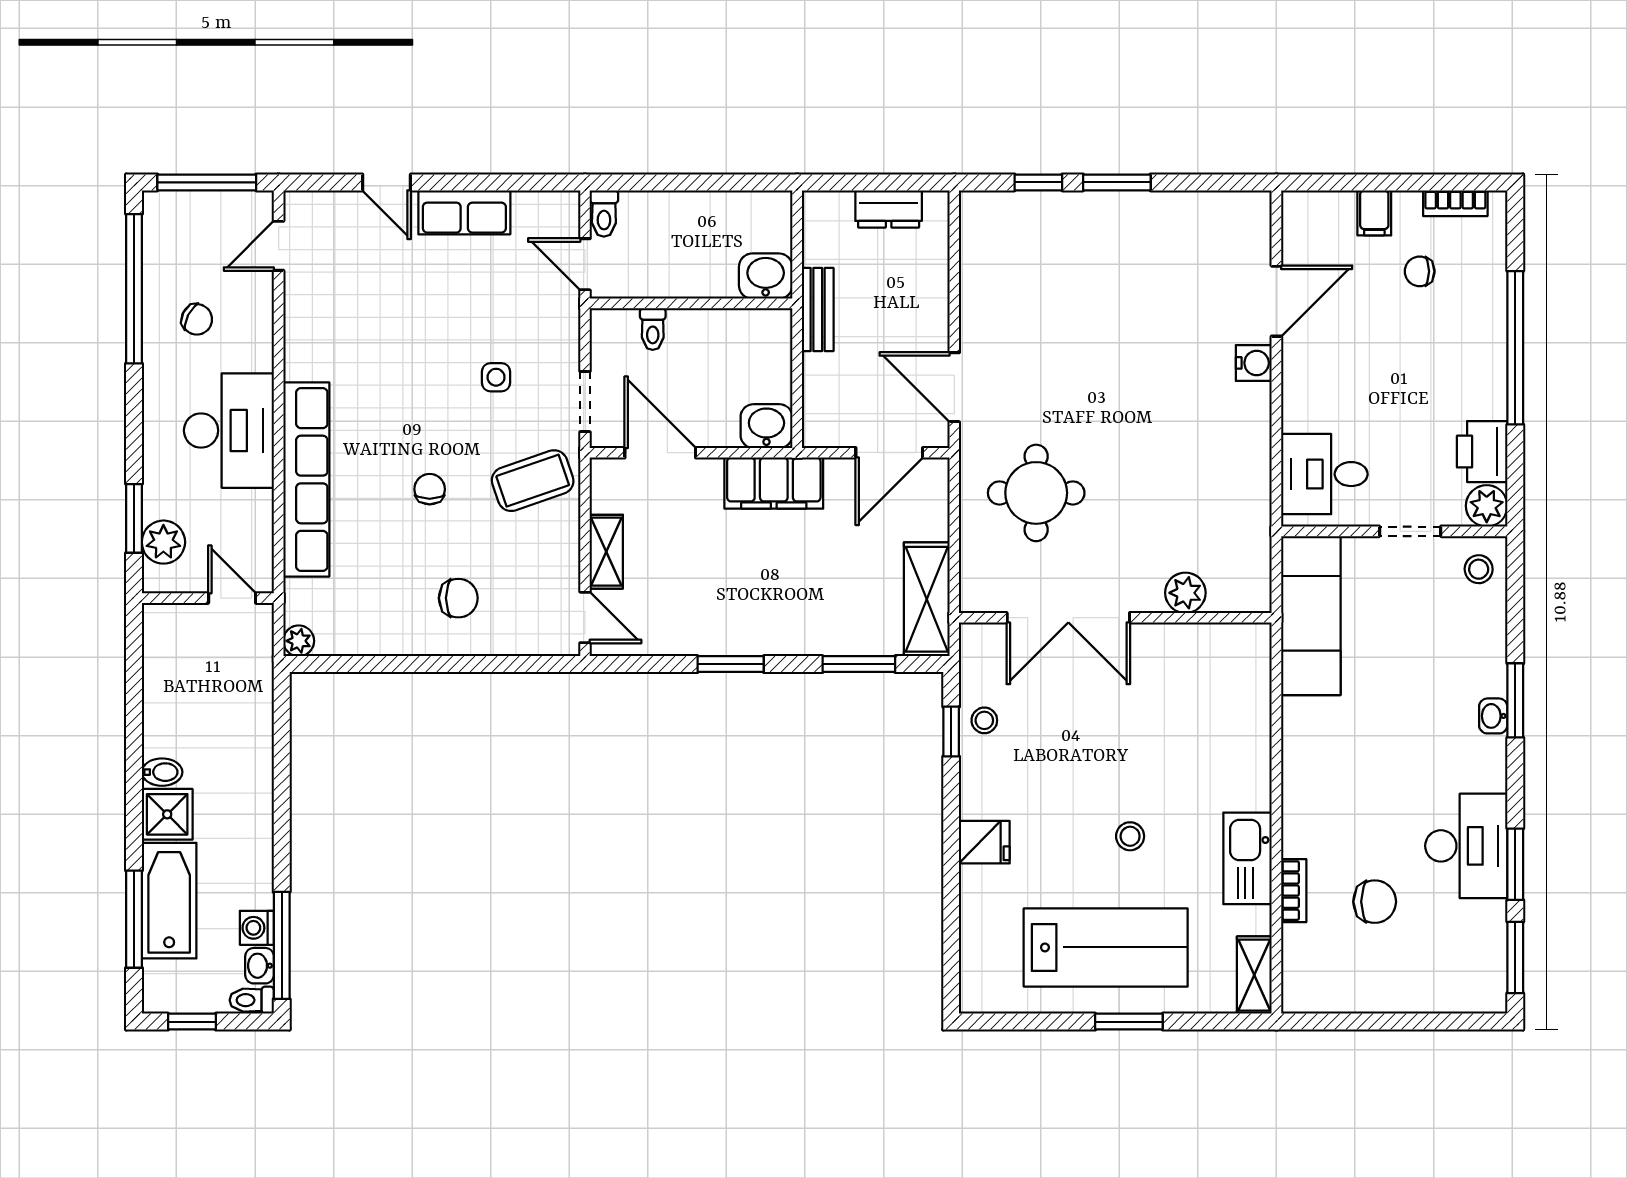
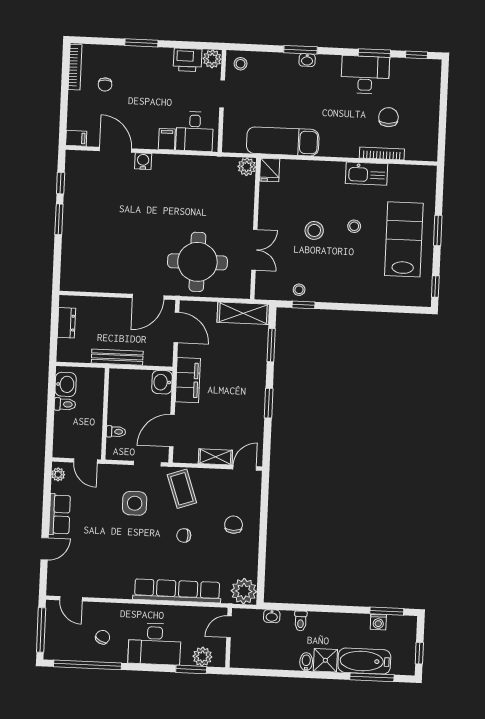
window: (1038, 182) -> (61, 183), moved
bookcase: (1455, 203) -> (75, 67), width x1.56
plant: (552, 205) -> (58, 474), added
filing cabinet: (1374, 213) -> (76, 138), moved
toilet: (604, 214) -> (65, 404), moved
door: (585, 264) -> (85, 461), hinge flipped
washbasin: (766, 276) -> (66, 384), moved, turned 180
bench: (818, 310) -> (117, 357), width x1.36
window: (1515, 348) -> (141, 43), width x0.47
side table: (496, 377) -> (135, 503), width x1.87, depth x1.87
filing cabinet: (1305, 413) -> (167, 139), added
desk: (229, 431) -> (155, 644), moved, turned 180
round table: (1036, 493) -> (197, 262), width x1.36, depth x1.36
plant: (1185, 593) -> (247, 167), moved
exam couch: (1311, 616) -> (283, 141), moved
double door: (1068, 618) -> (254, 250), width x0.73
plant: (299, 641) -> (244, 591), width x1.87, depth x1.87
stool: (1117, 748) -> (314, 230), added
fridge: (984, 842) -> (270, 170), moved, turned 180
bookcase: (1294, 891) -> (382, 153), width x1.56
window: (282, 945) -> (387, 611), width x0.69
window: (1515, 957) -> (416, 55), width x0.67
washbasin: (260, 966) -> (272, 616), moved
shelving: (1254, 975) -> (419, 173), removed
toilet: (252, 1000) -> (301, 621), moved
window: (1005, 1022) -> (435, 287), added

